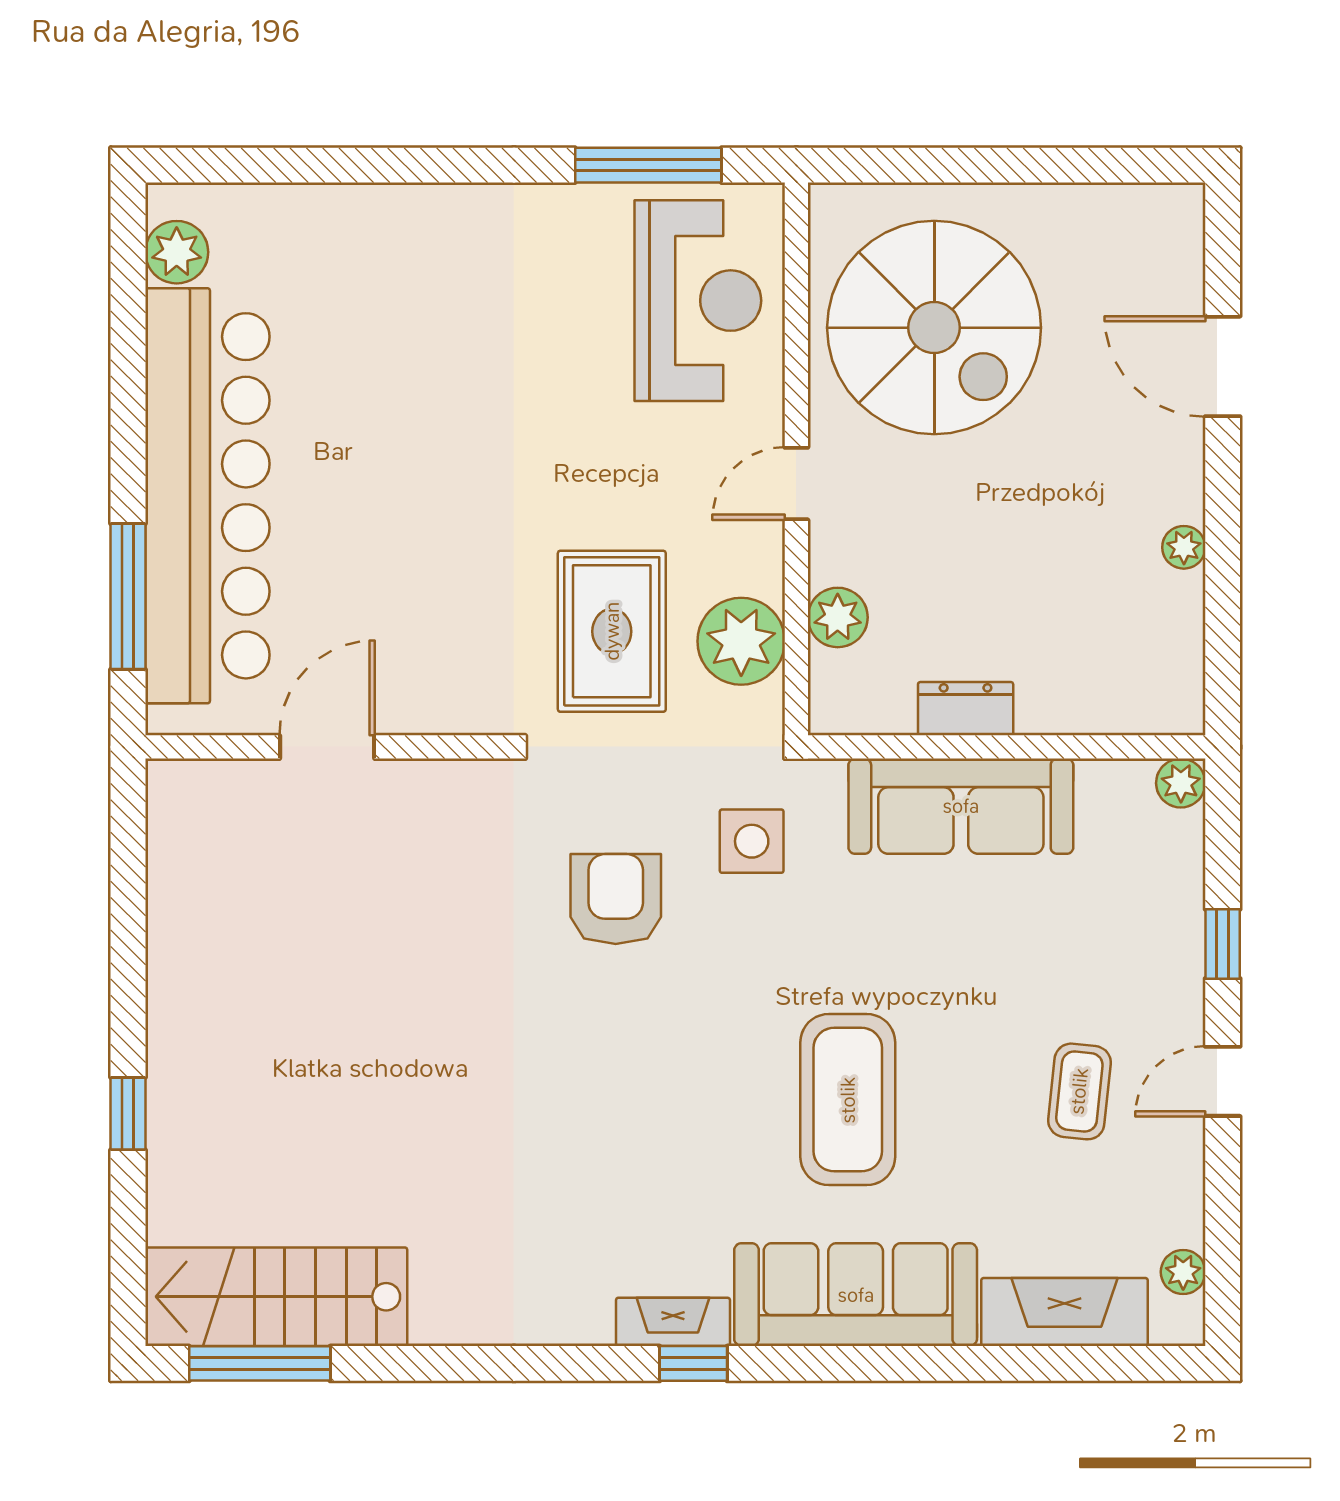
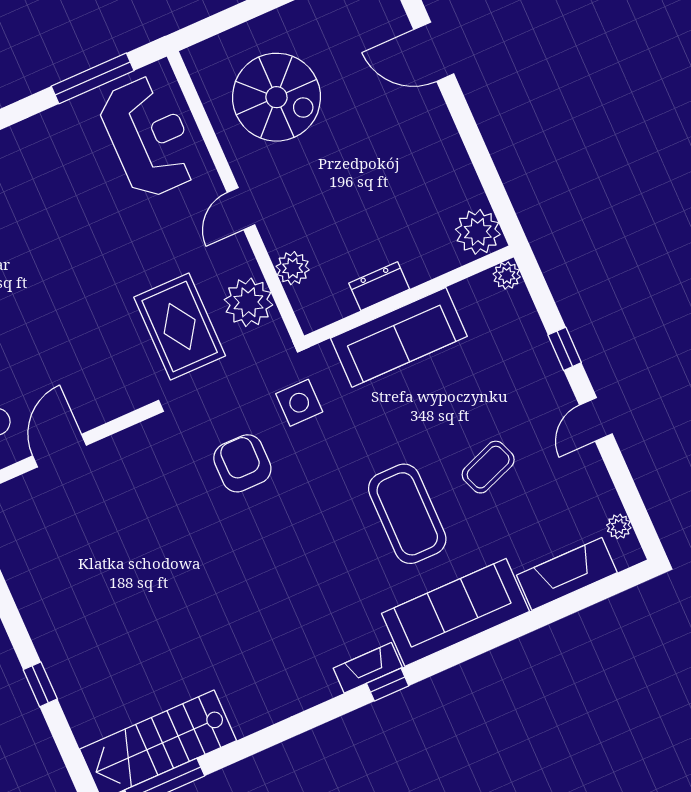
spiral stairs: (934, 328) -> (276, 97), width x0.73, depth x0.73
plant: (1184, 547) -> (478, 232), moved, width x1.87, depth x1.87
coffee table: (1079, 1091) -> (488, 467), moved, turned 63

